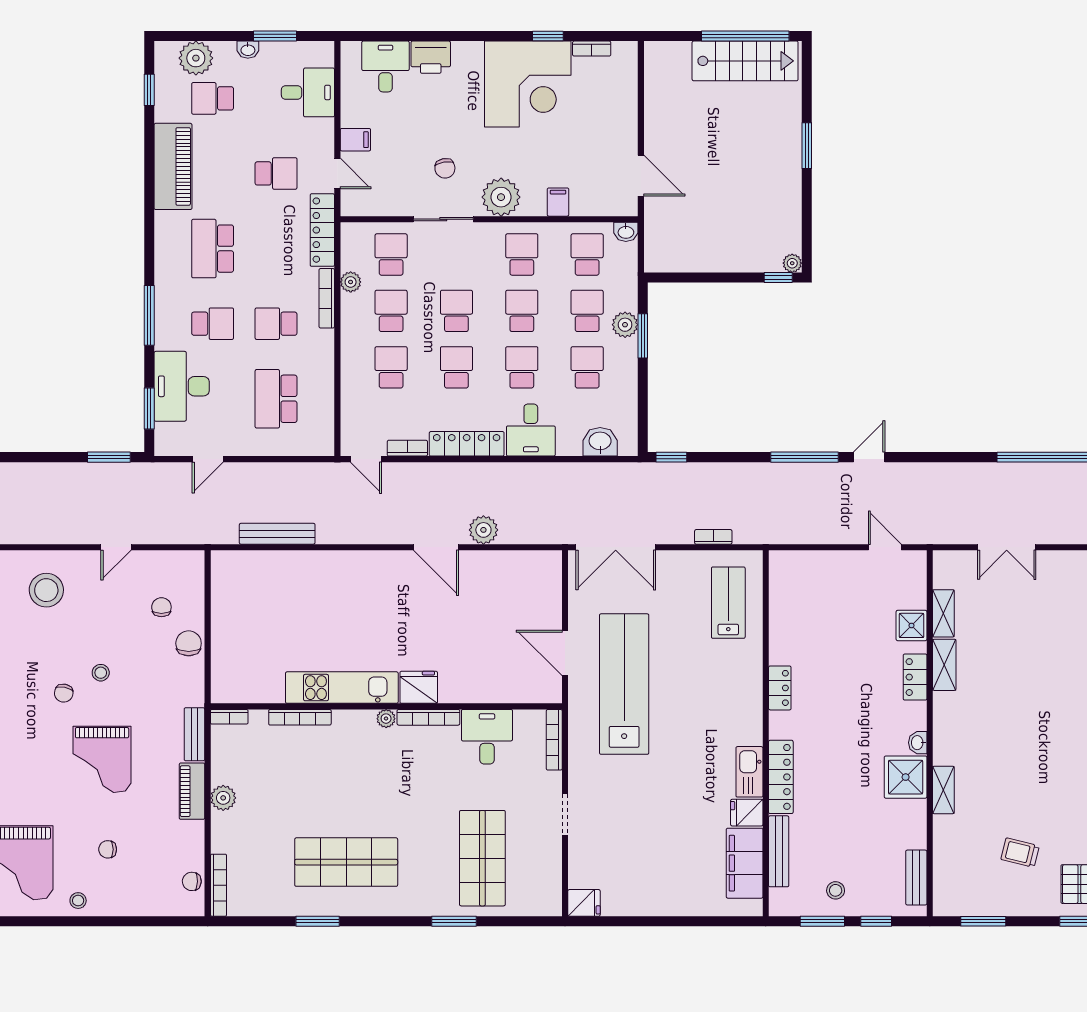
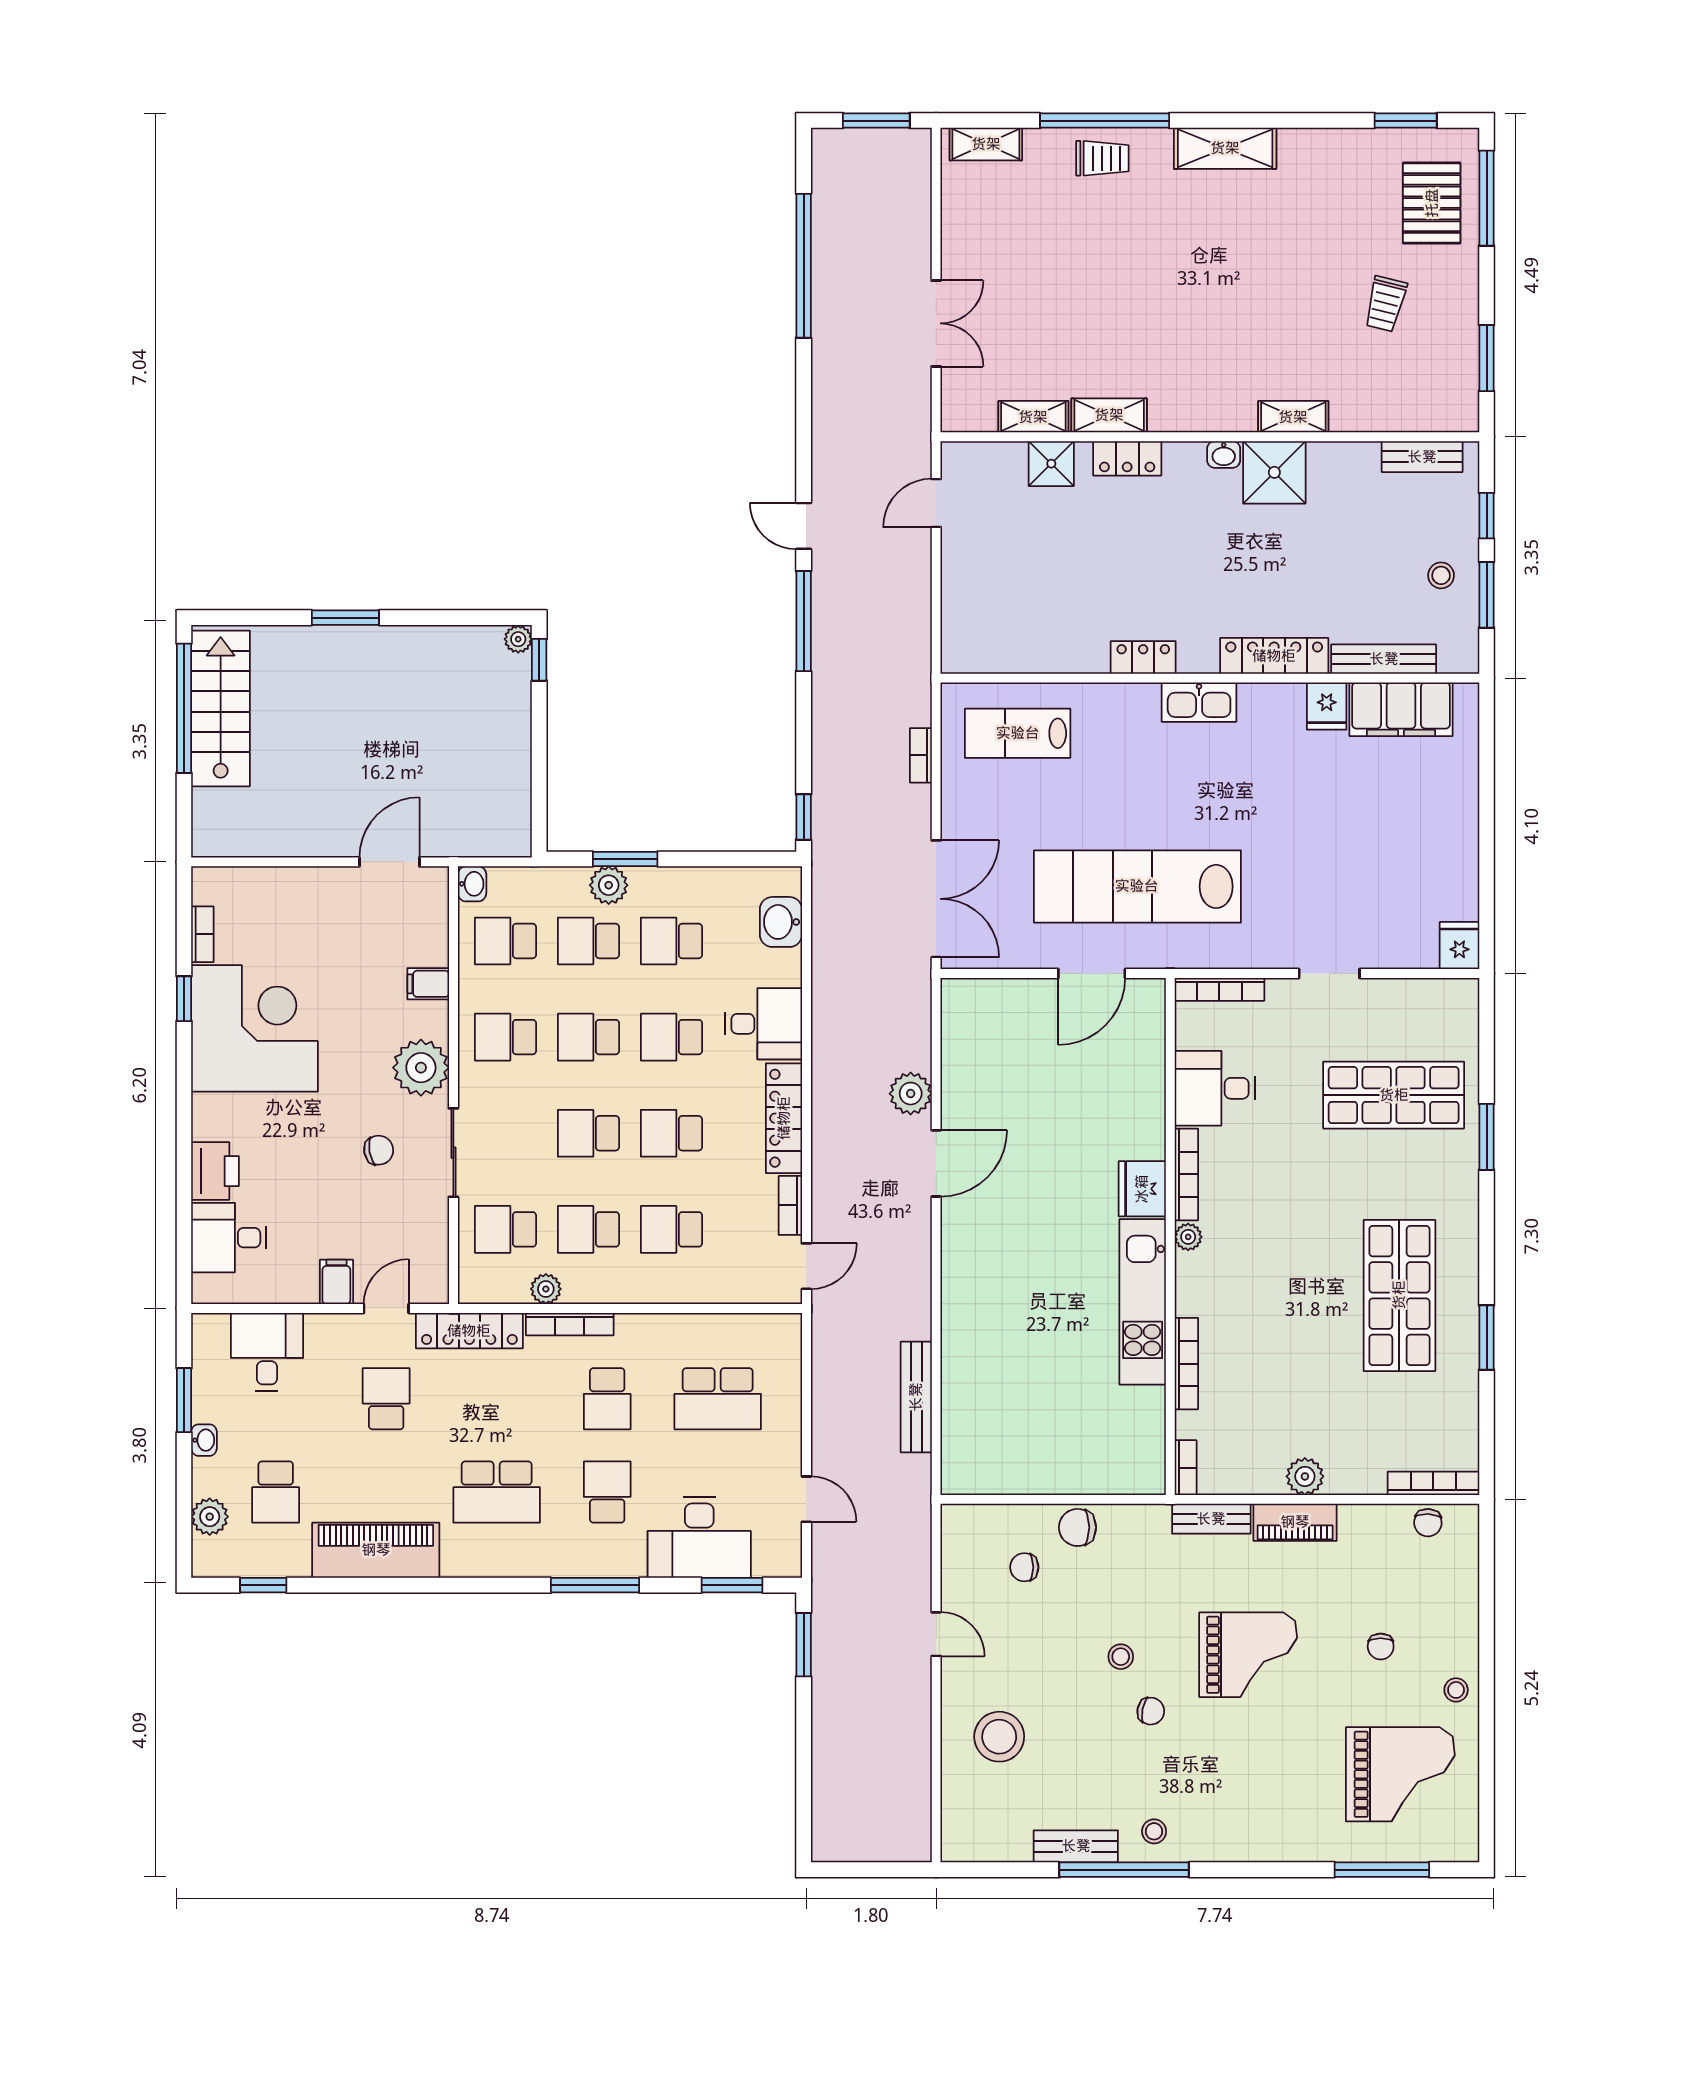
plant: (196, 58) -> (210, 1517), width x0.73, depth x0.73
kitchen sink: (749, 772) -> (1199, 702), moved

